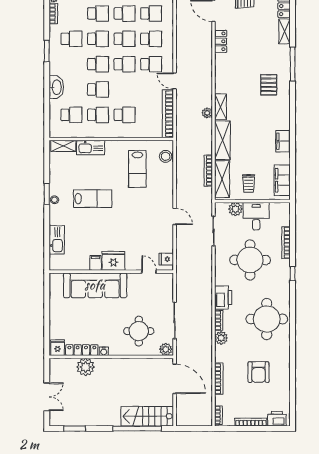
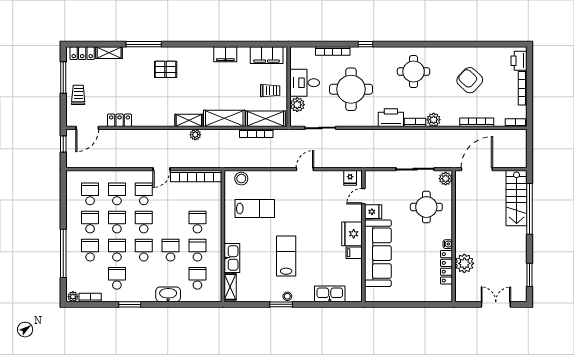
round table: (267, 319) -> (414, 72), width x0.73, depth x0.73
fridge: (57, 348) -> (373, 212), moved, turned 180
armchair: (259, 372) -> (470, 80), turned -137

